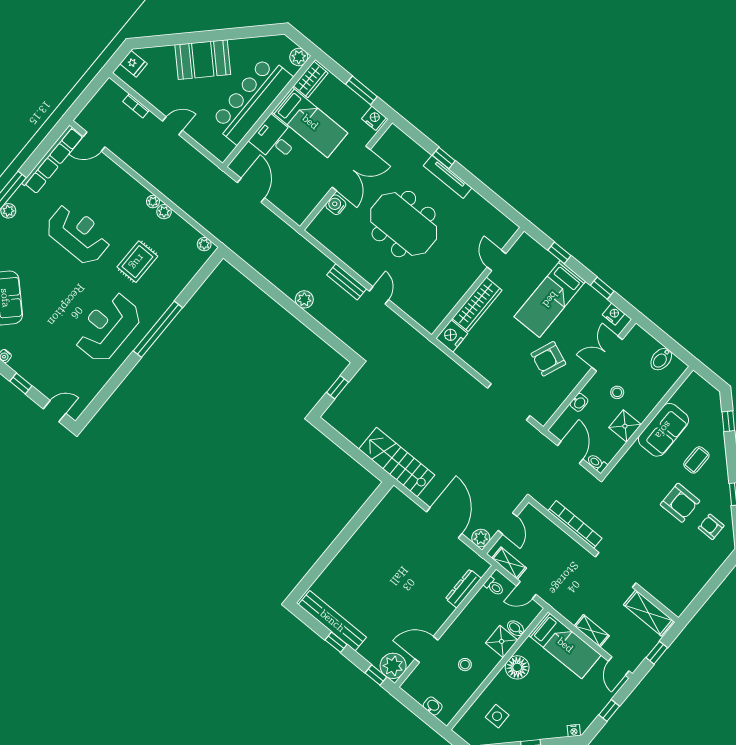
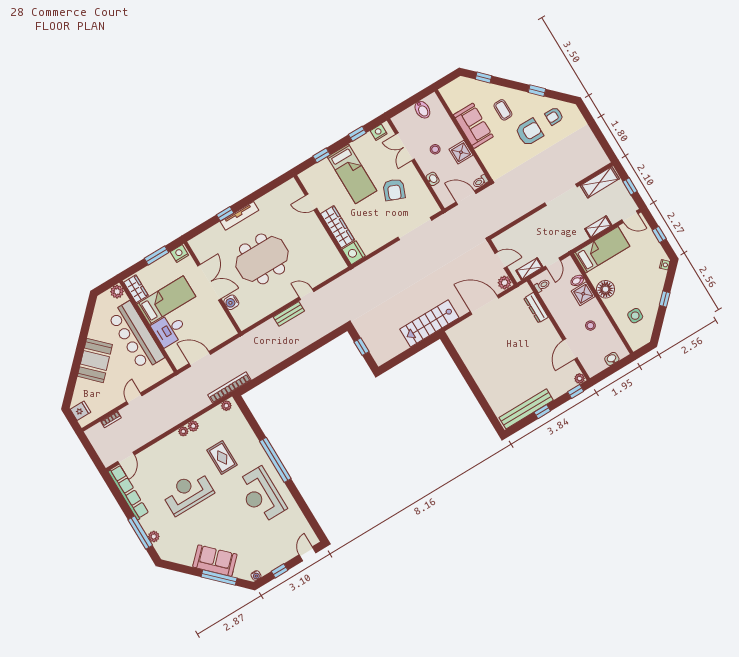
plant: (304, 299) -> (291, 348), removed
bookcase: (575, 524) -> (229, 387), moved
plant: (393, 666) -> (580, 379), width x0.53, depth x0.53

